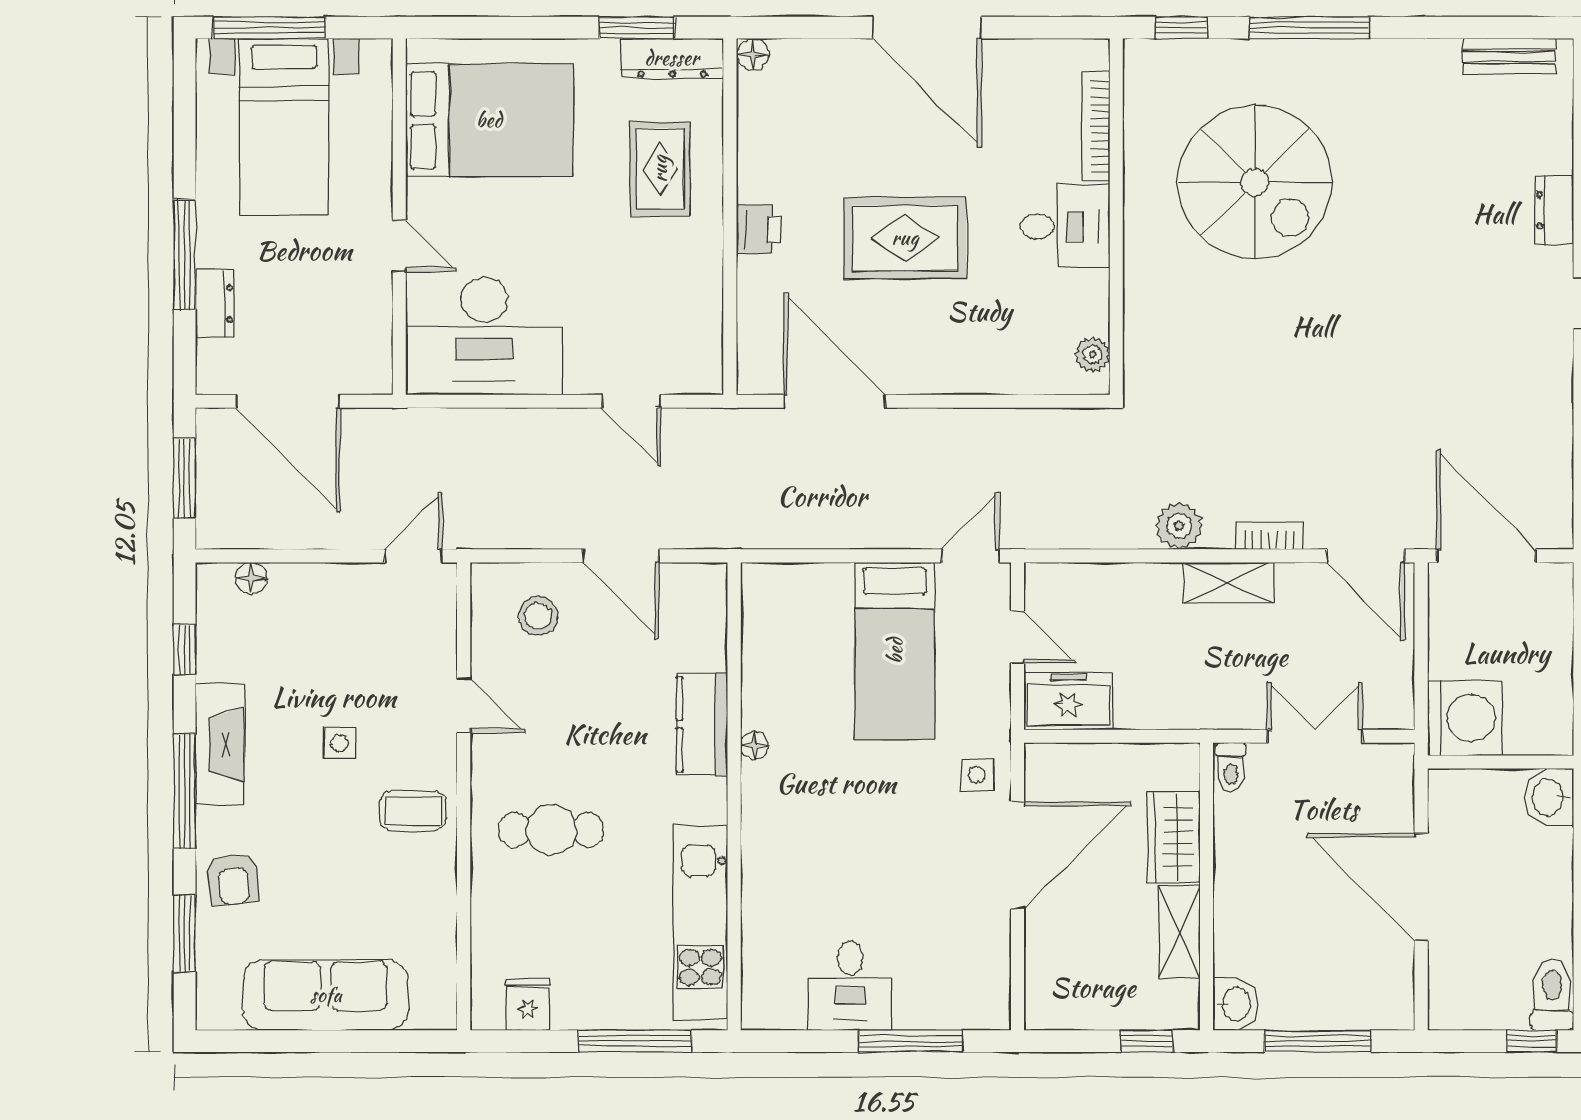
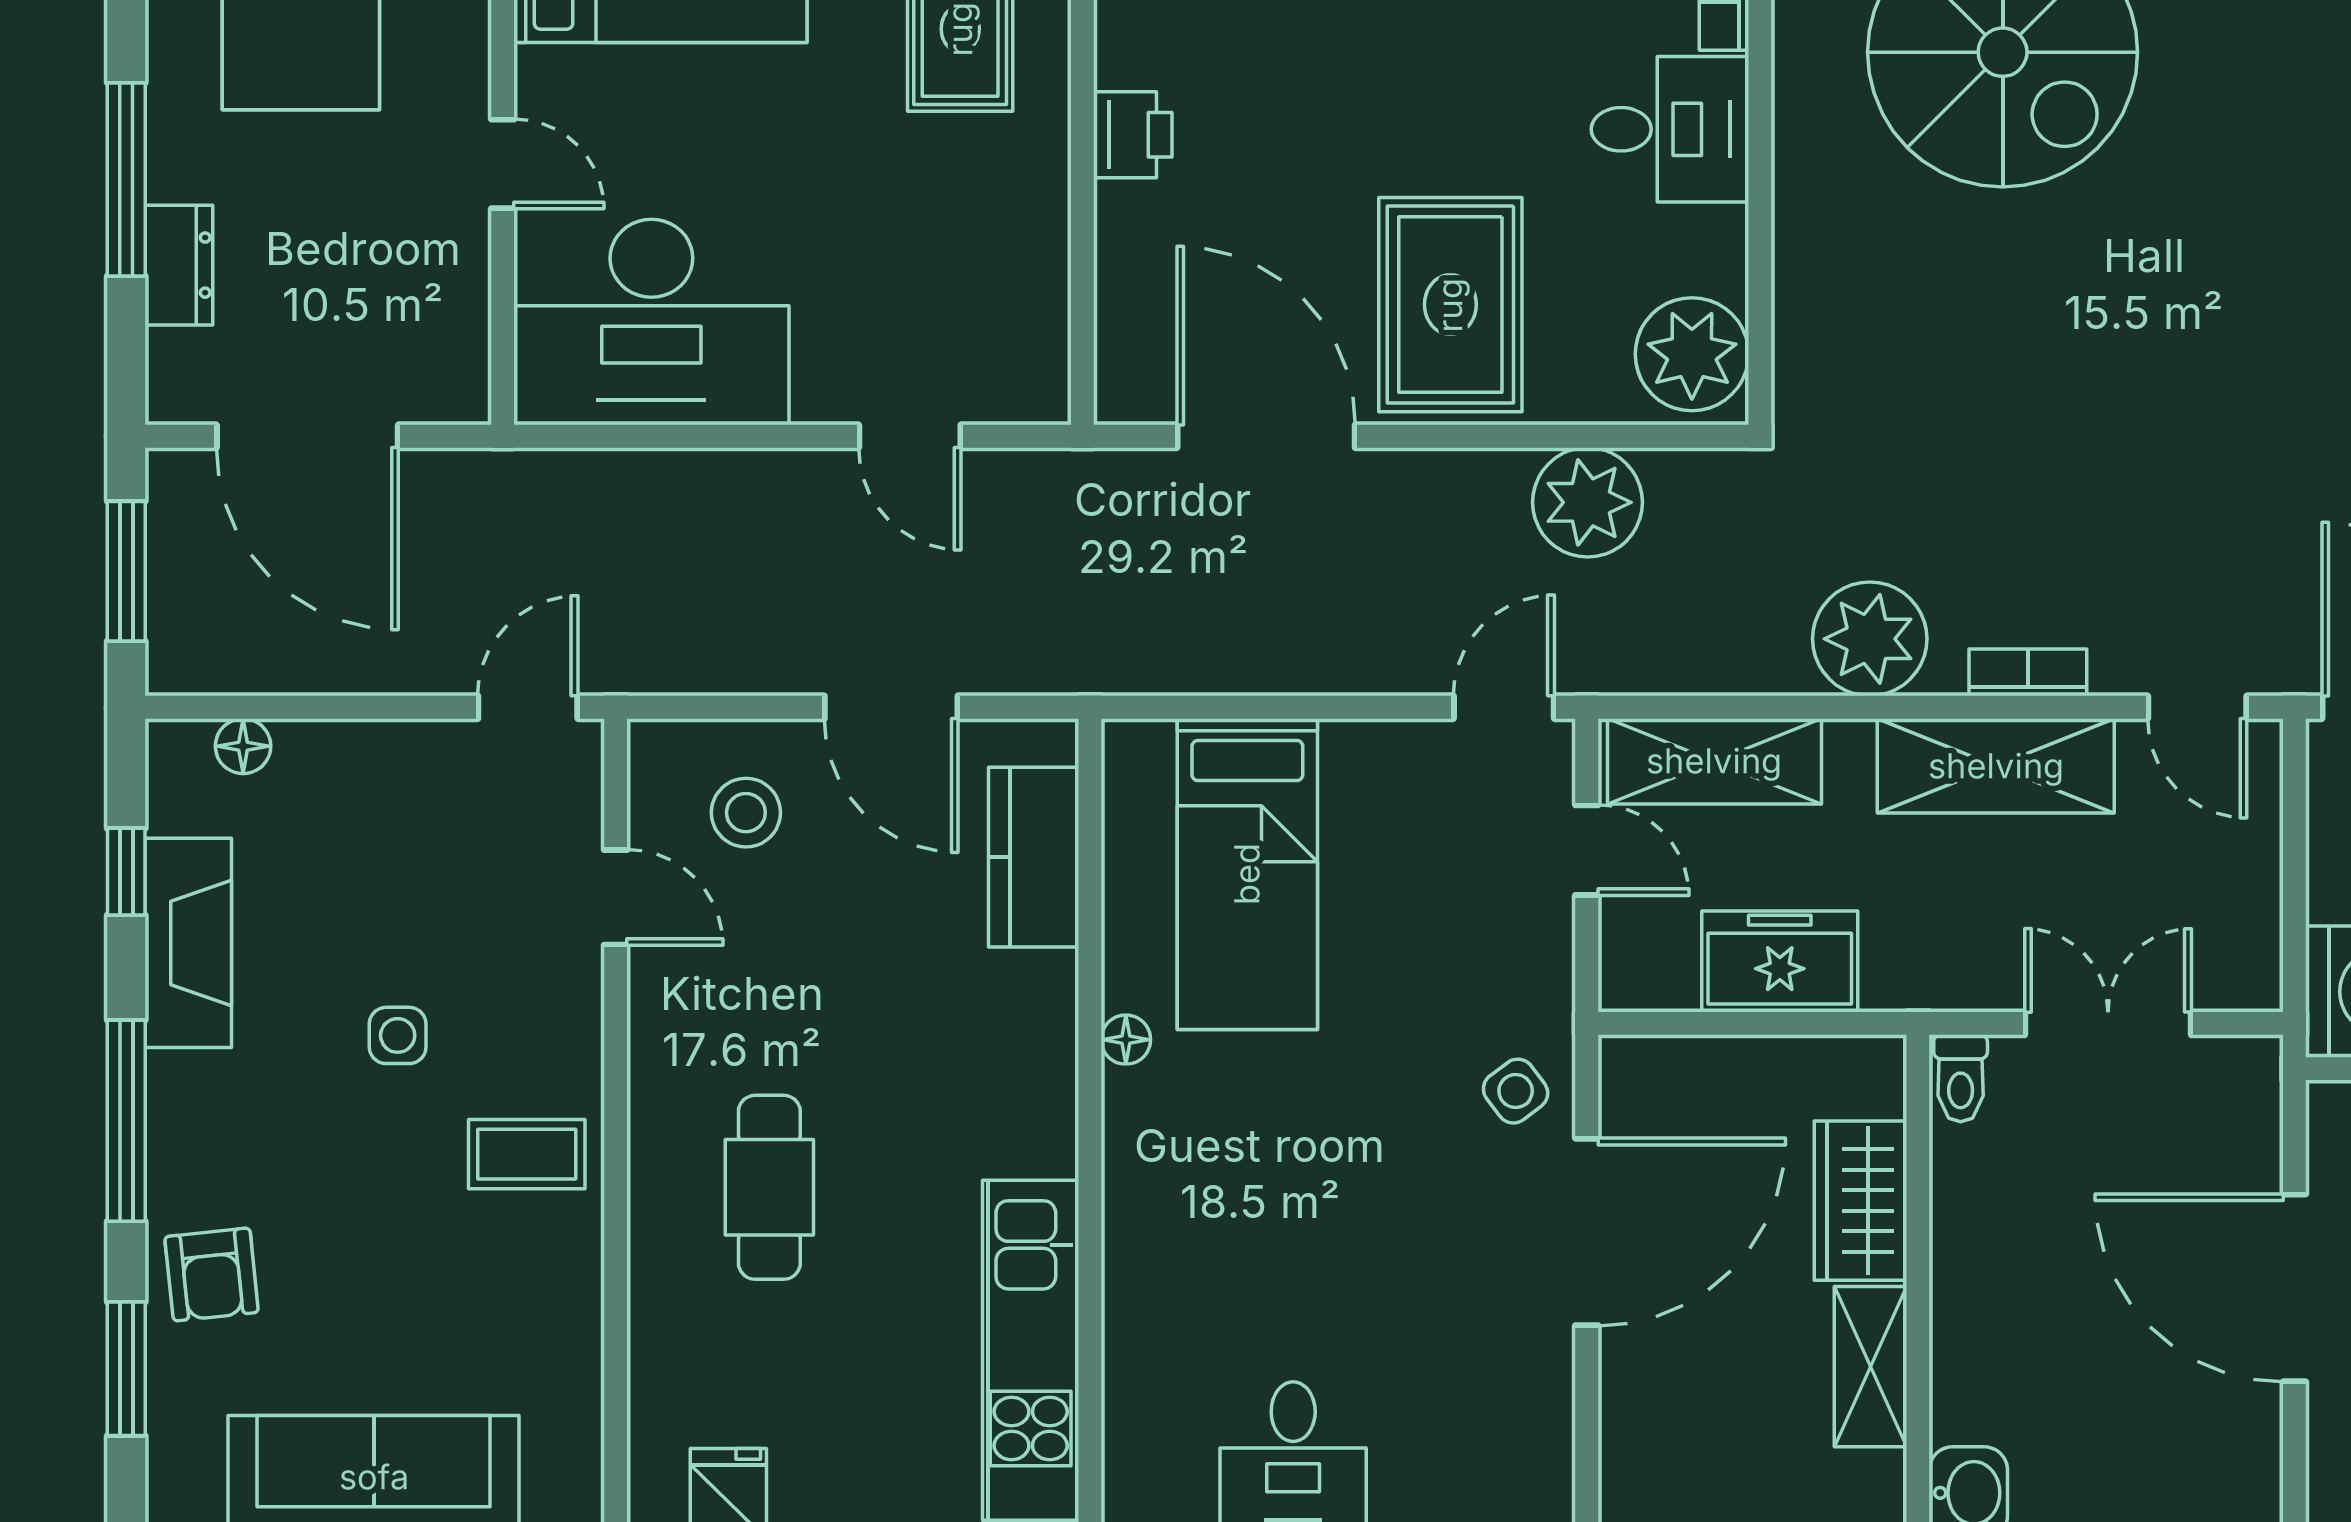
rug: (905, 238) -> (1450, 305), moved, turned 90
plant: (1093, 355) -> (1692, 354), width x1.87, depth x1.87
plant: (1018, 439) -> (1588, 502), added
plant: (1179, 526) -> (1870, 639), width x1.36, depth x1.36
door: (1366, 556) -> (2197, 707), width x0.73
shelving: (1228, 583) -> (1996, 766), width x1.50, depth x1.33
shelving: (1090, 587) -> (1714, 761), added
bed: (895, 651) -> (1247, 874), moved
freezer: (1068, 701) -> (1780, 962), moved
door: (464, 705) -> (616, 897), moved
kitchen counter: (702, 724) -> (1034, 857), moved
fireplace: (220, 745) -> (188, 943), moved
side table: (977, 775) -> (1516, 1091), turned -37
cafe table: (551, 830) -> (769, 1187), turned 90

